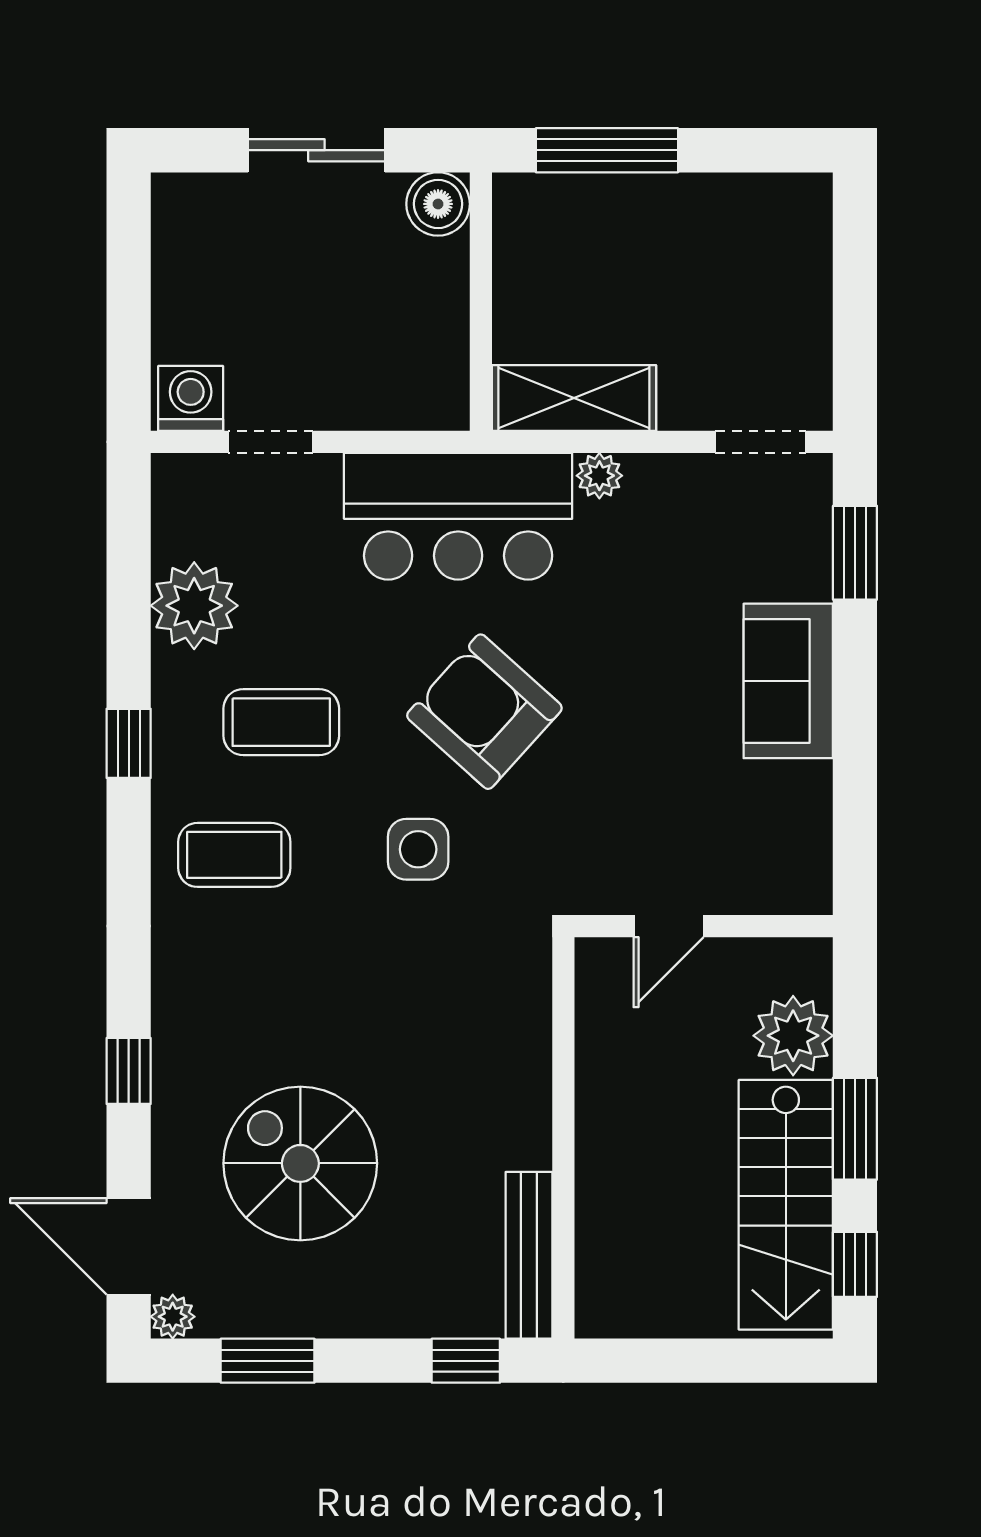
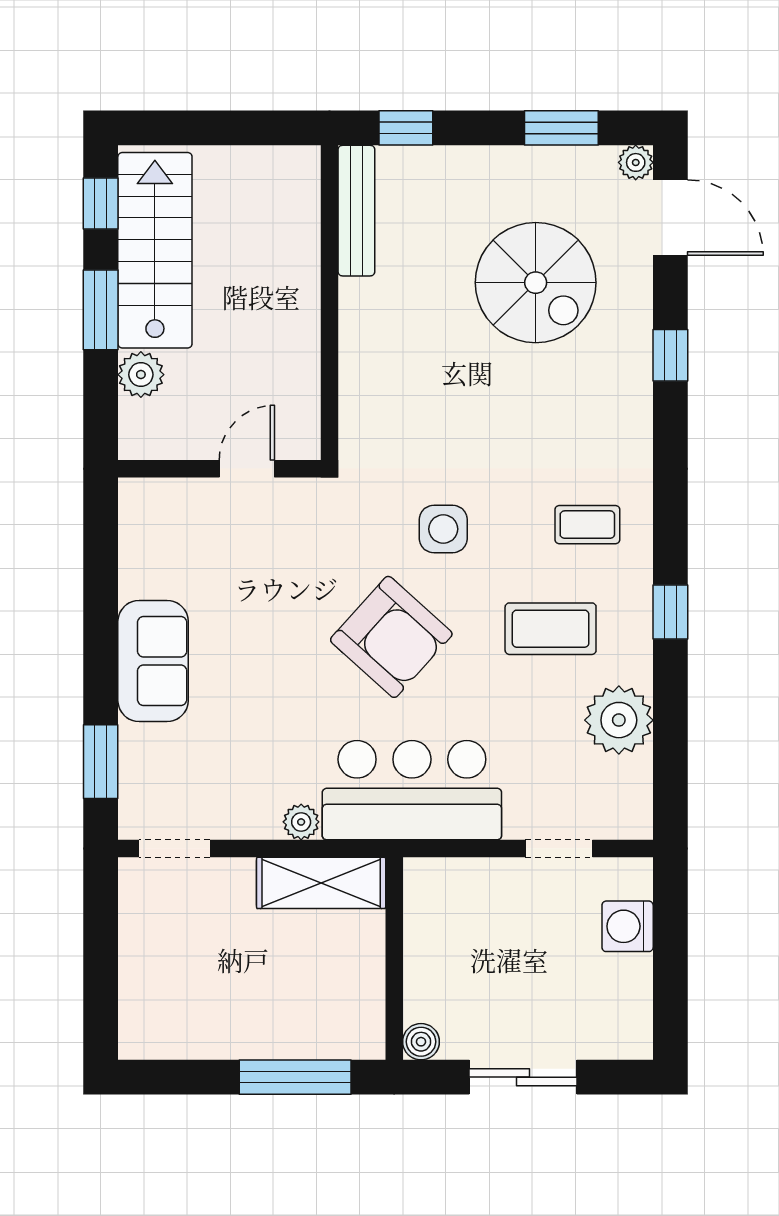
boiler: (438, 204) -> (421, 1042), width x0.73, depth x0.73
washing machine: (191, 398) -> (628, 926), moved, turned 90
coffee table: (234, 855) -> (587, 525), width x0.73, depth x0.77
plant: (793, 1036) -> (141, 375), width x0.73, depth x0.73

